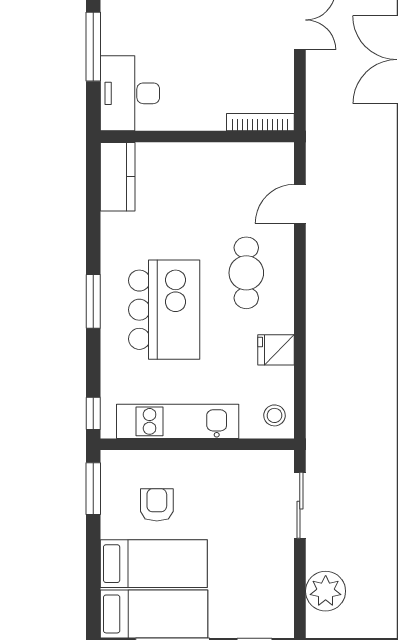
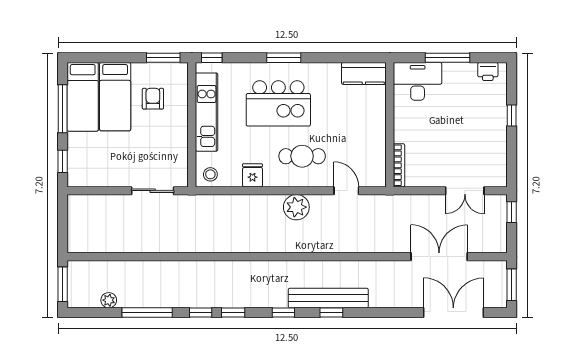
armchair: (157, 505) -> (153, 99), turned -90
plant: (326, 591) -> (296, 207), moved

